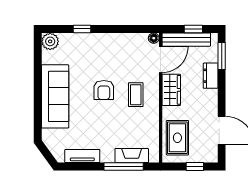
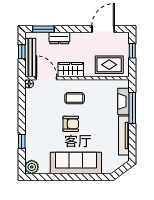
tv unit: (82, 156) -> (124, 135), width x1.41

